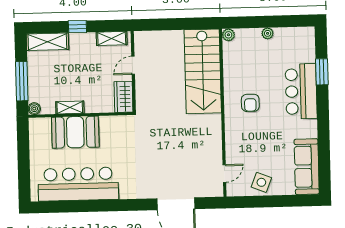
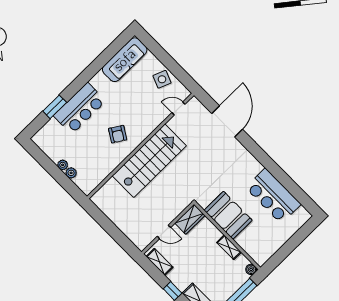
plant: (228, 35) -> (71, 173), moved
stairs: (203, 71) -> (149, 161), moved
armchair: (250, 103) -> (118, 134), turned 122
booth: (75, 132) -> (228, 215), moved
bar counter: (78, 184) -> (273, 196), width x0.73

